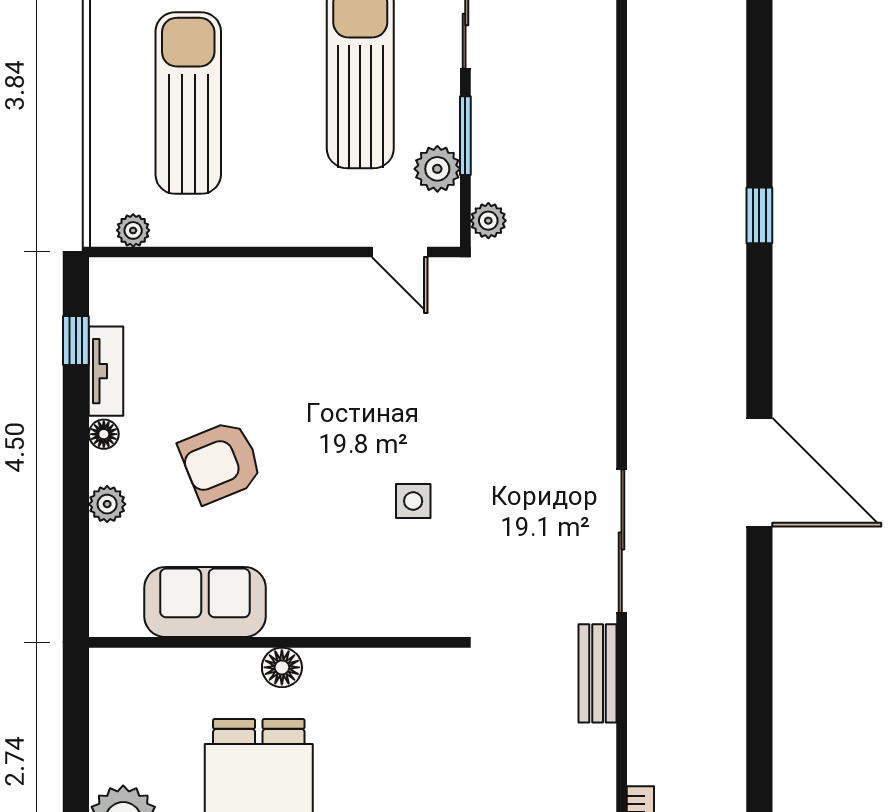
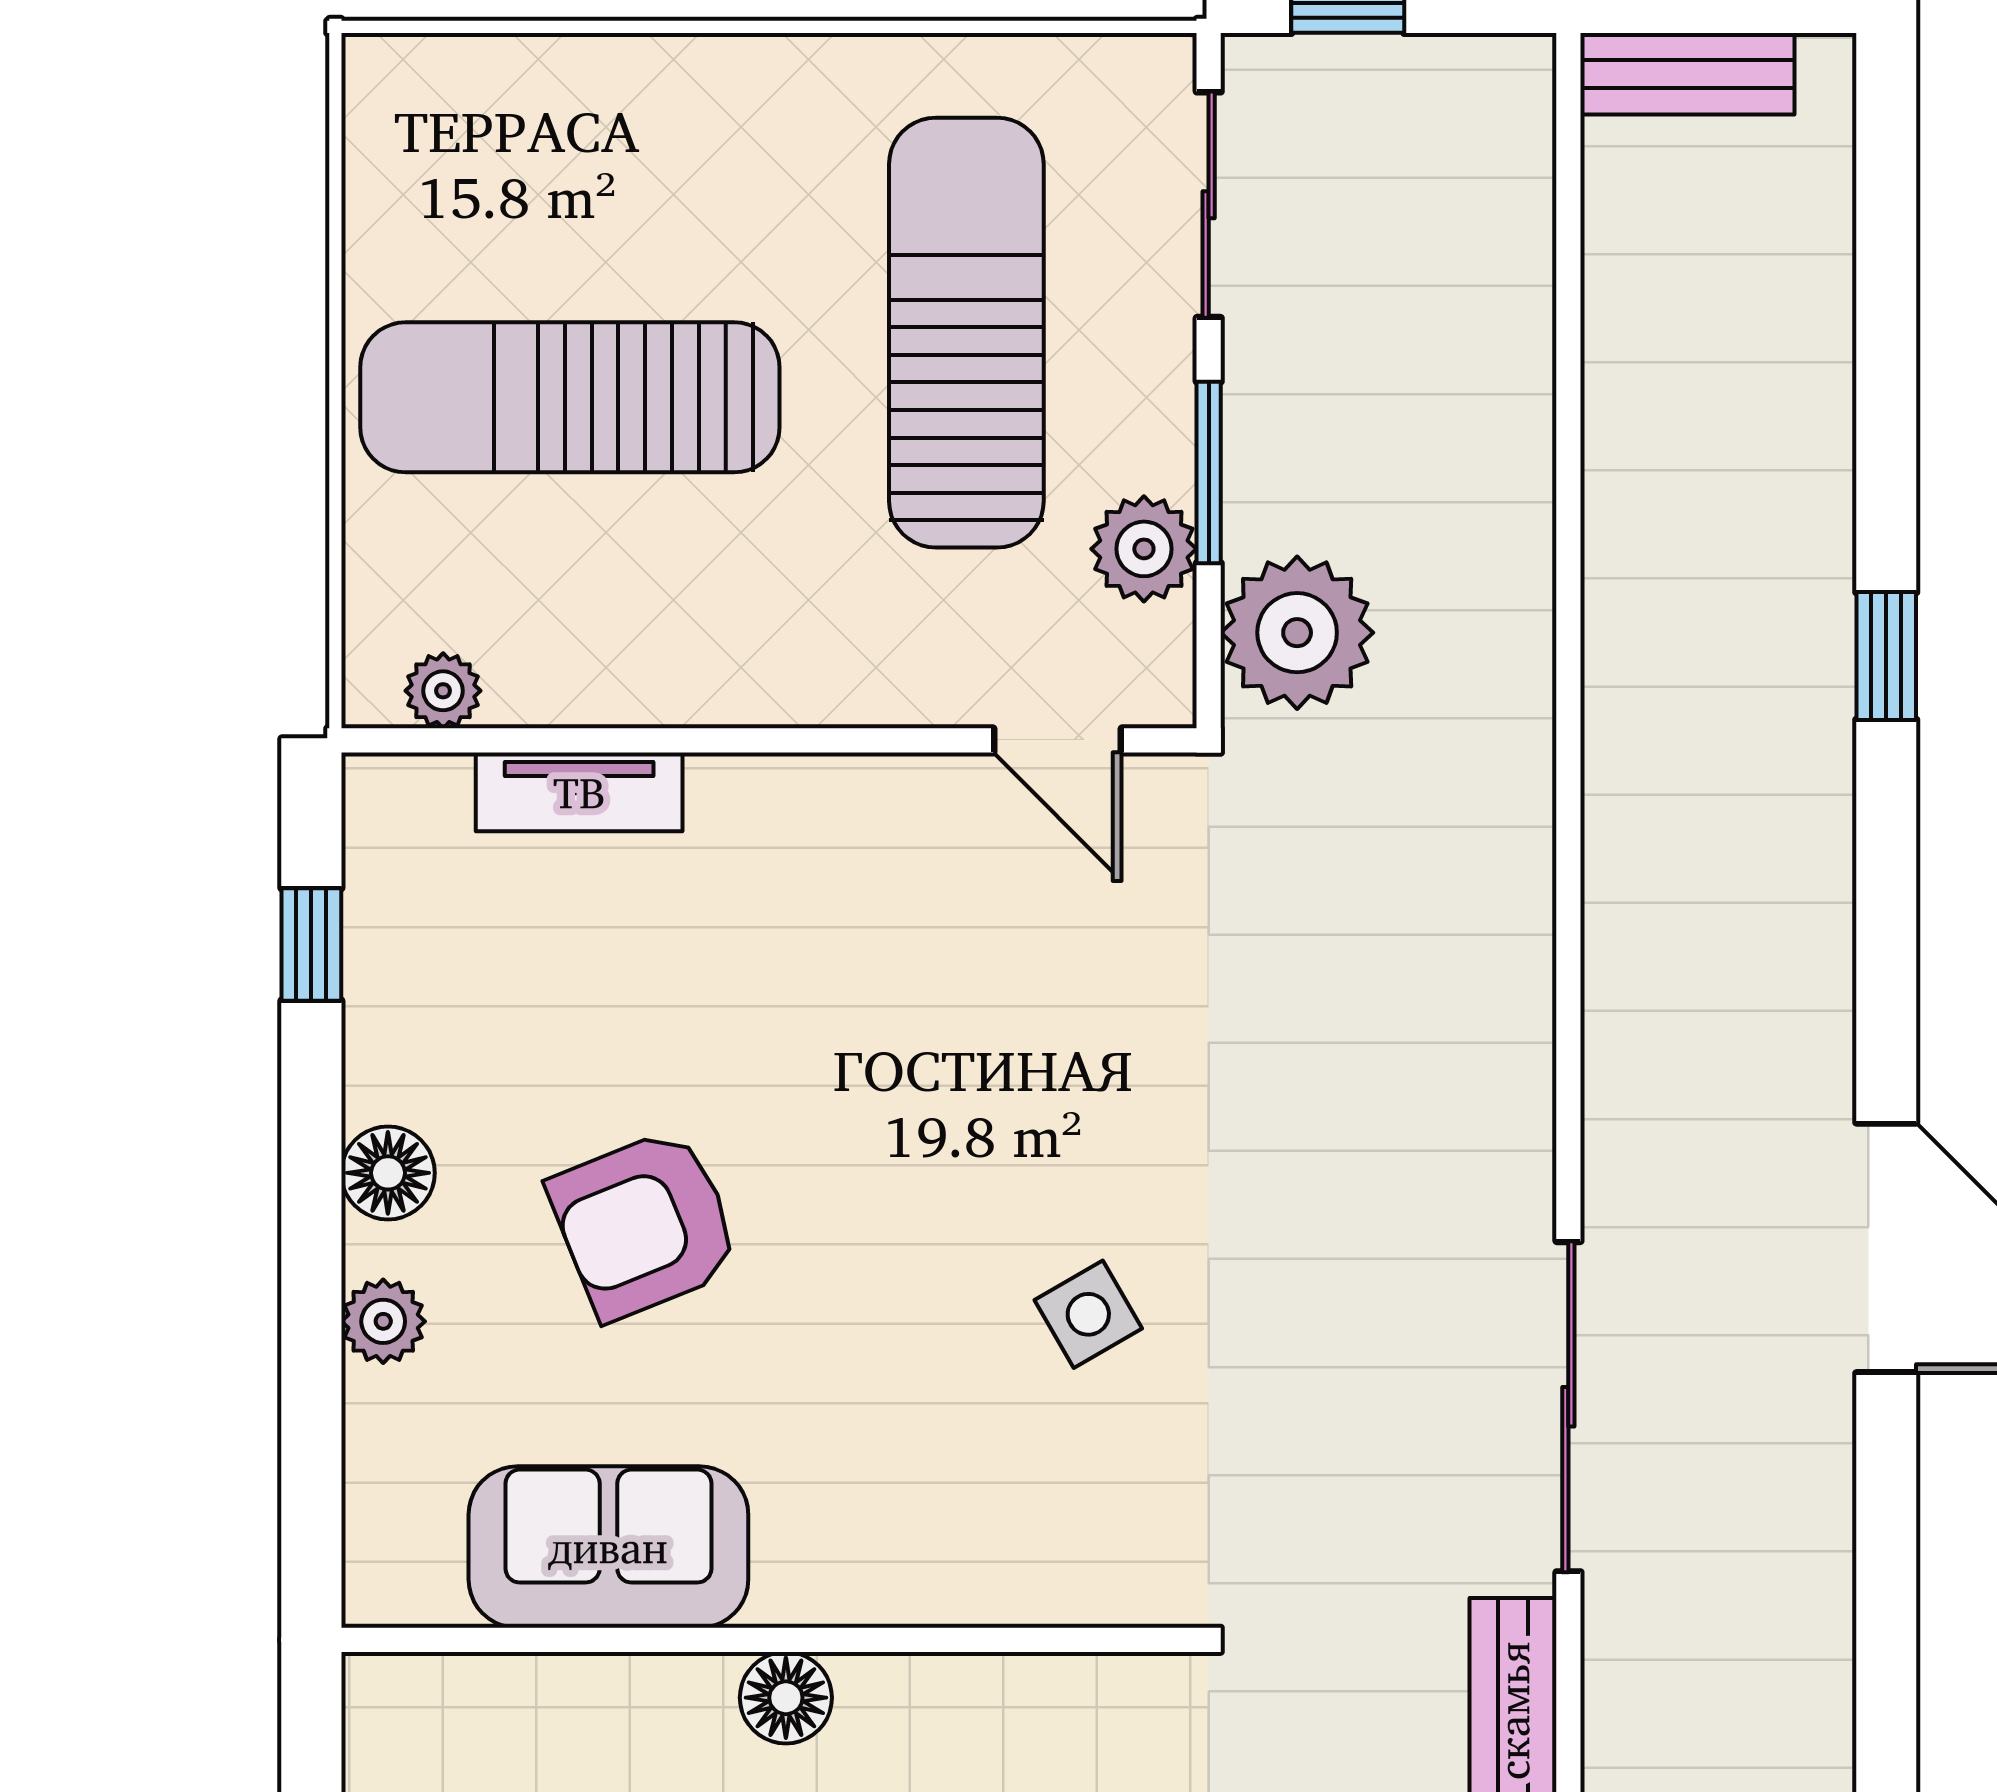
sun lounger: (188, 103) -> (570, 397), turned -90
plant: (488, 221) -> (1297, 633), width x1.88, depth x1.88
tv unit: (106, 371) -> (579, 792), moved, turned 90
floor lamp: (104, 434) -> (388, 1173), width x1.37, depth x1.37
side table: (413, 501) -> (1088, 1314), turned -30

